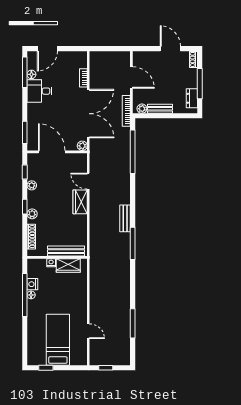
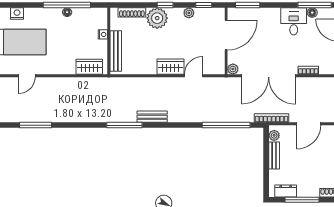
plant: (32, 214) -> (157, 18), width x1.87, depth x1.87
wardrobe: (68, 265) -> (89, 67), moved, turned 90
nightstand: (32, 284) -> (17, 14), moved

